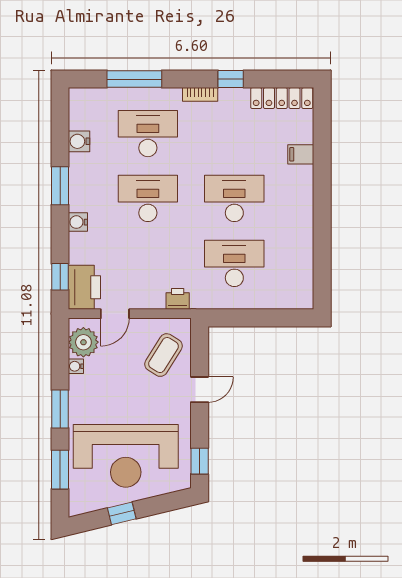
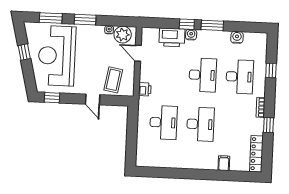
window: (134, 79) -> (271, 70), width x0.46
window: (60, 277) -> (187, 24), moved
printer: (84, 287) -> (172, 37), moved
coffee table: (163, 355) -> (113, 80), turned 68

